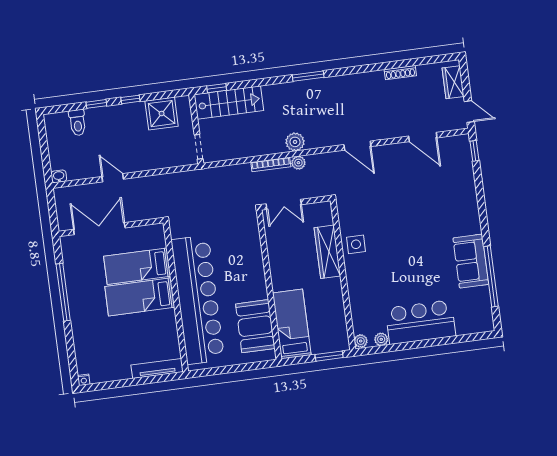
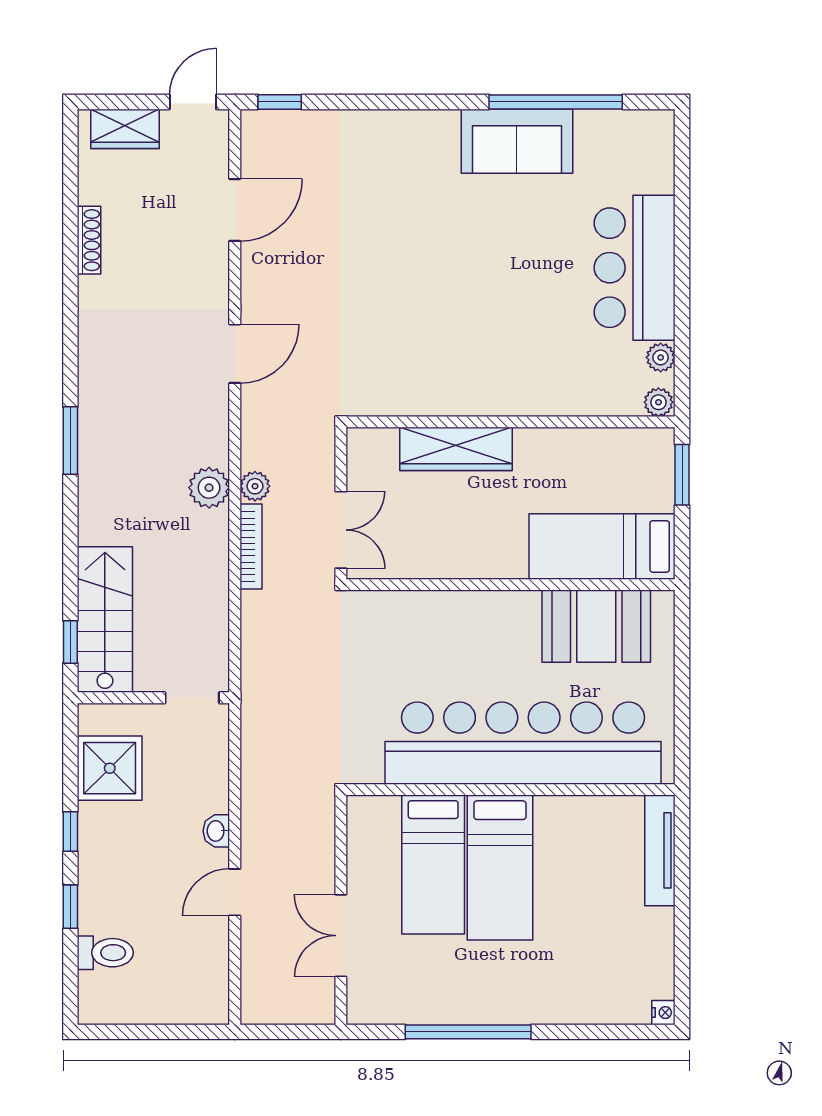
washbasin: (59, 176) -> (216, 831), moved
double door: (99, 229) -> (341, 936), width x0.73
side table: (356, 244) -> (448, 385), removed

